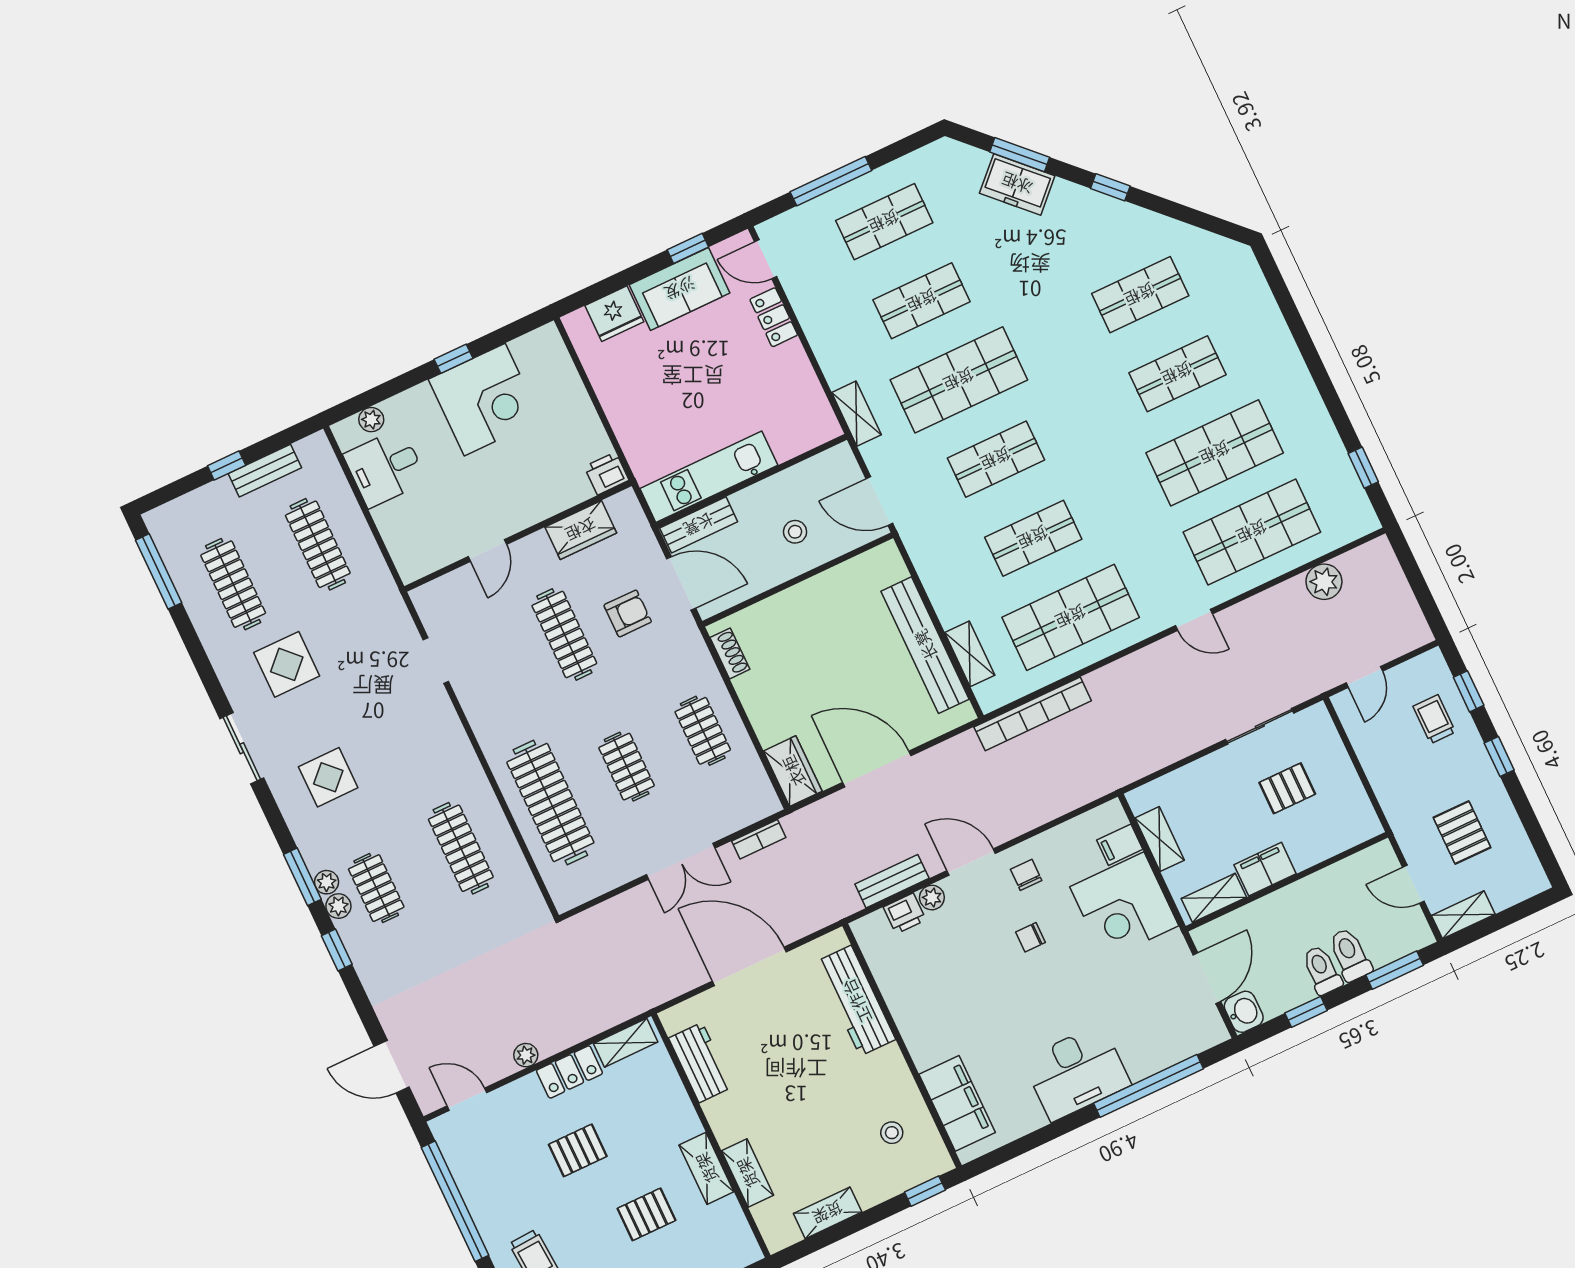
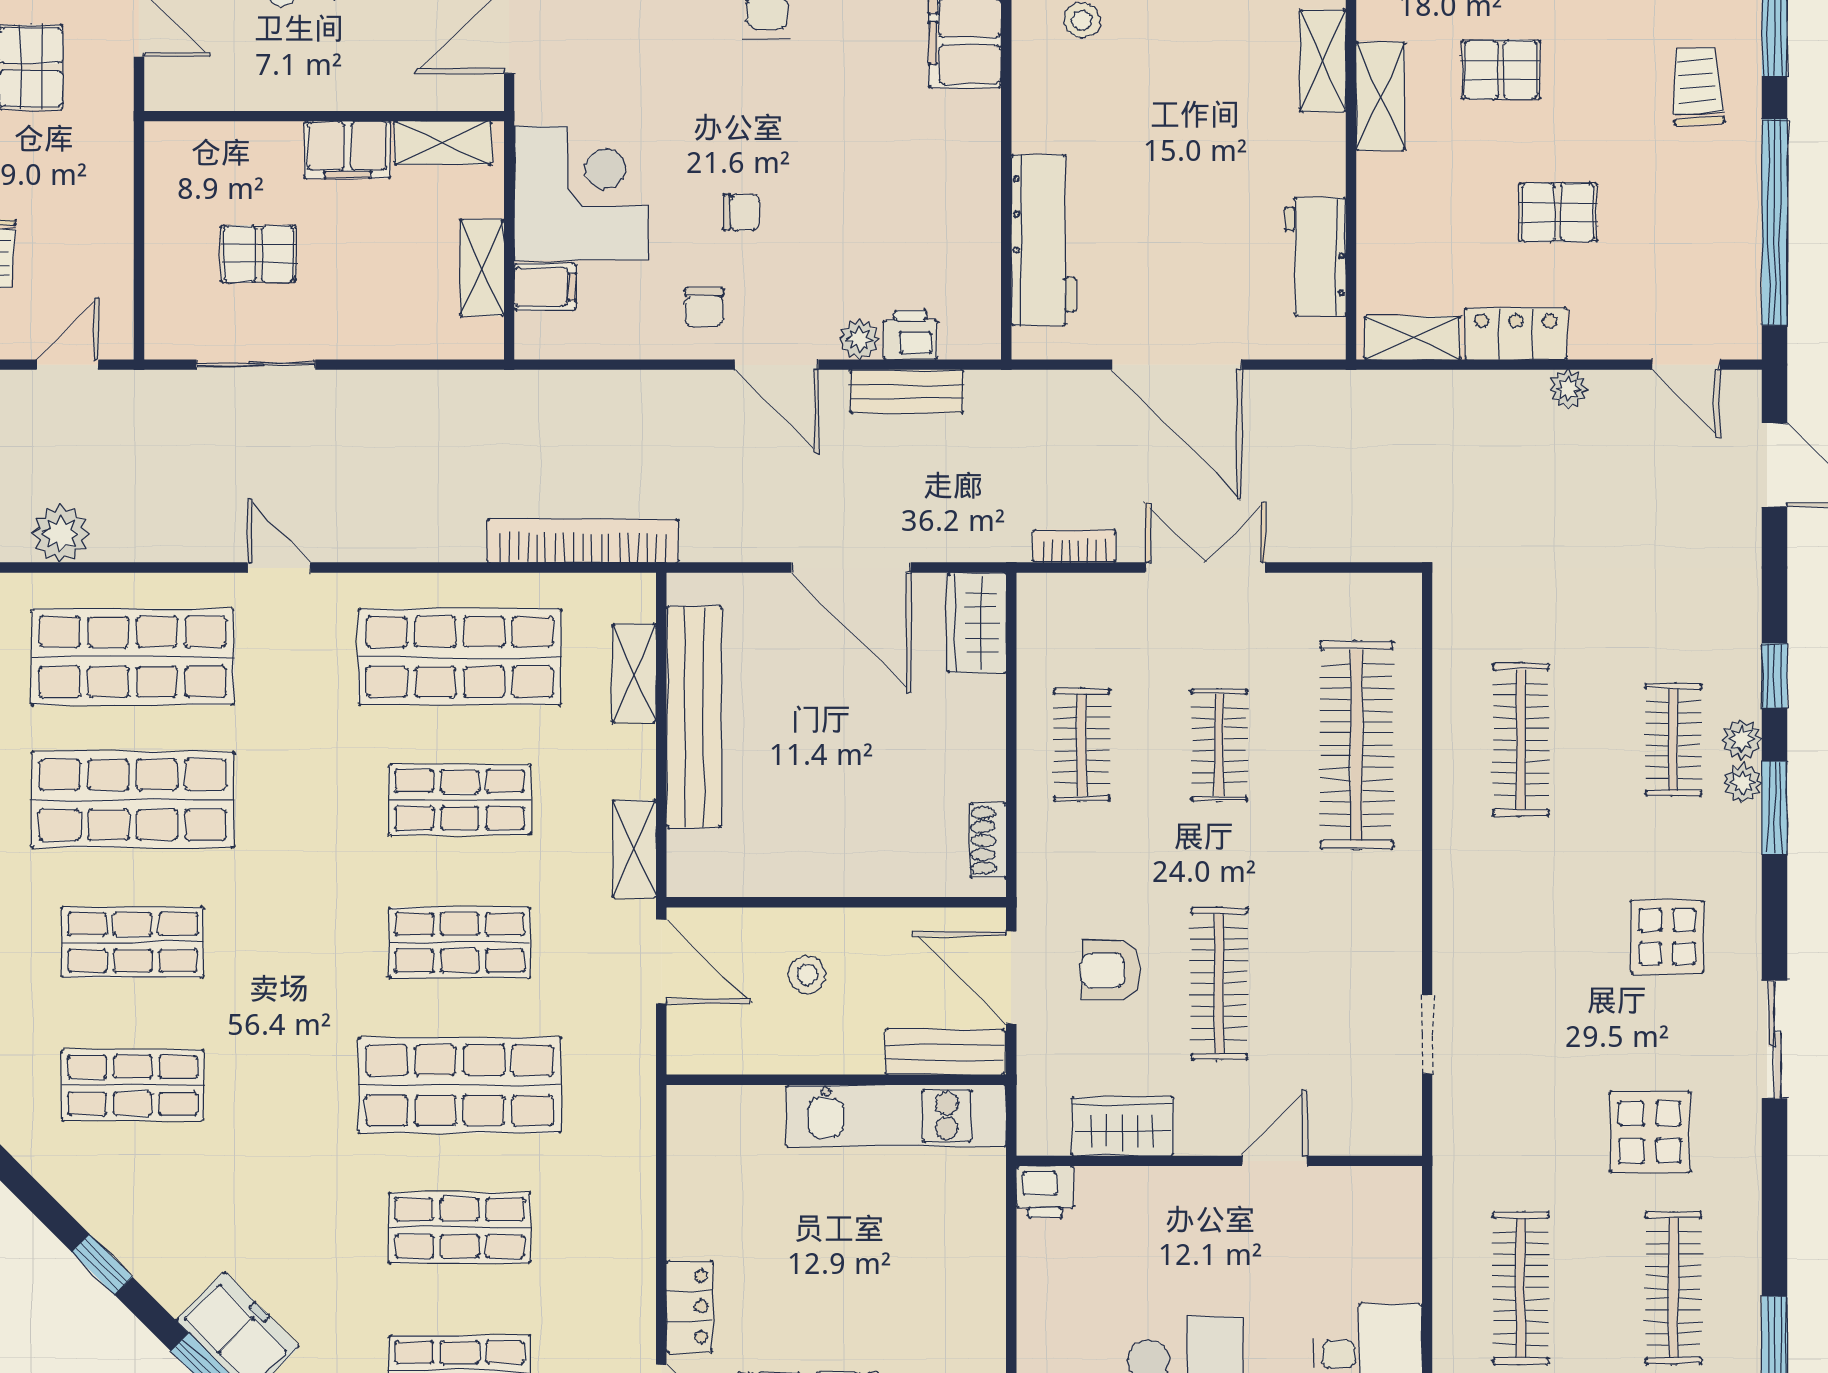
shelving: (856, 414) -> (634, 849), moved

